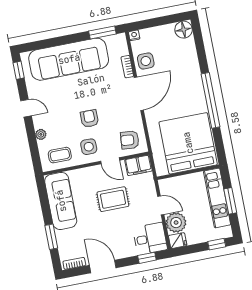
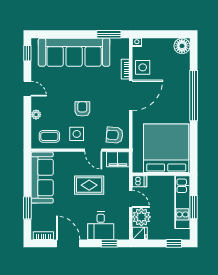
window: (211, 100) -> (194, 96), moved
dishwasher: (166, 184) -> (139, 181), added
desk: (150, 239) -> (101, 226), moved, turned 90

